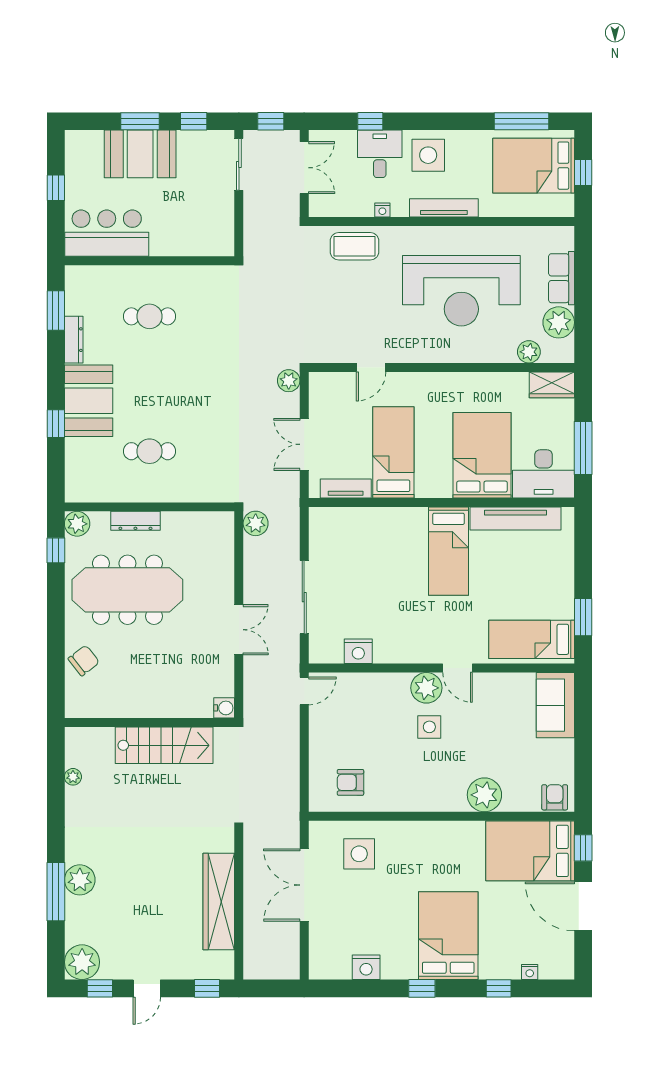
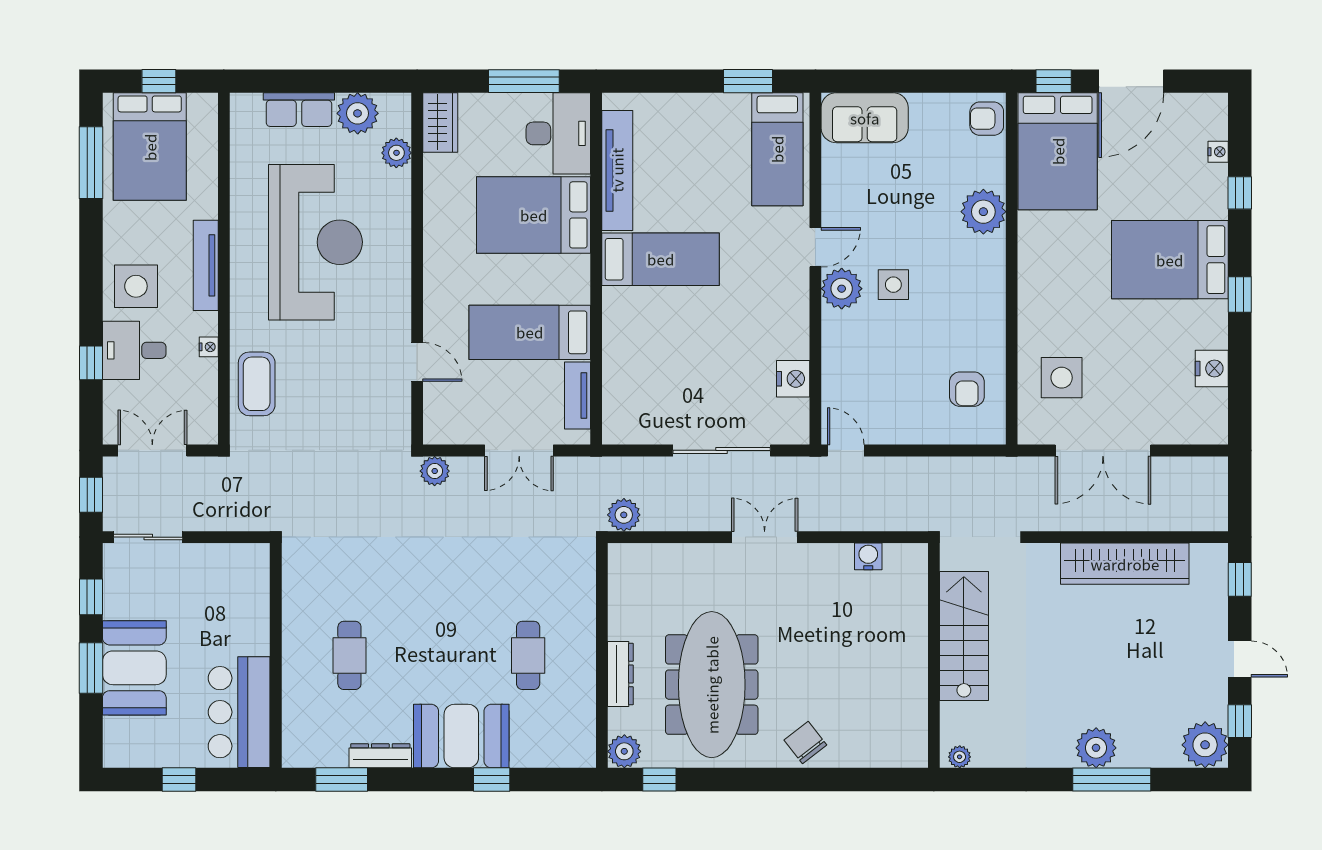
wall: (150, 723) -> (934, 655), moved
stairs: (164, 745) -> (964, 636), moved

